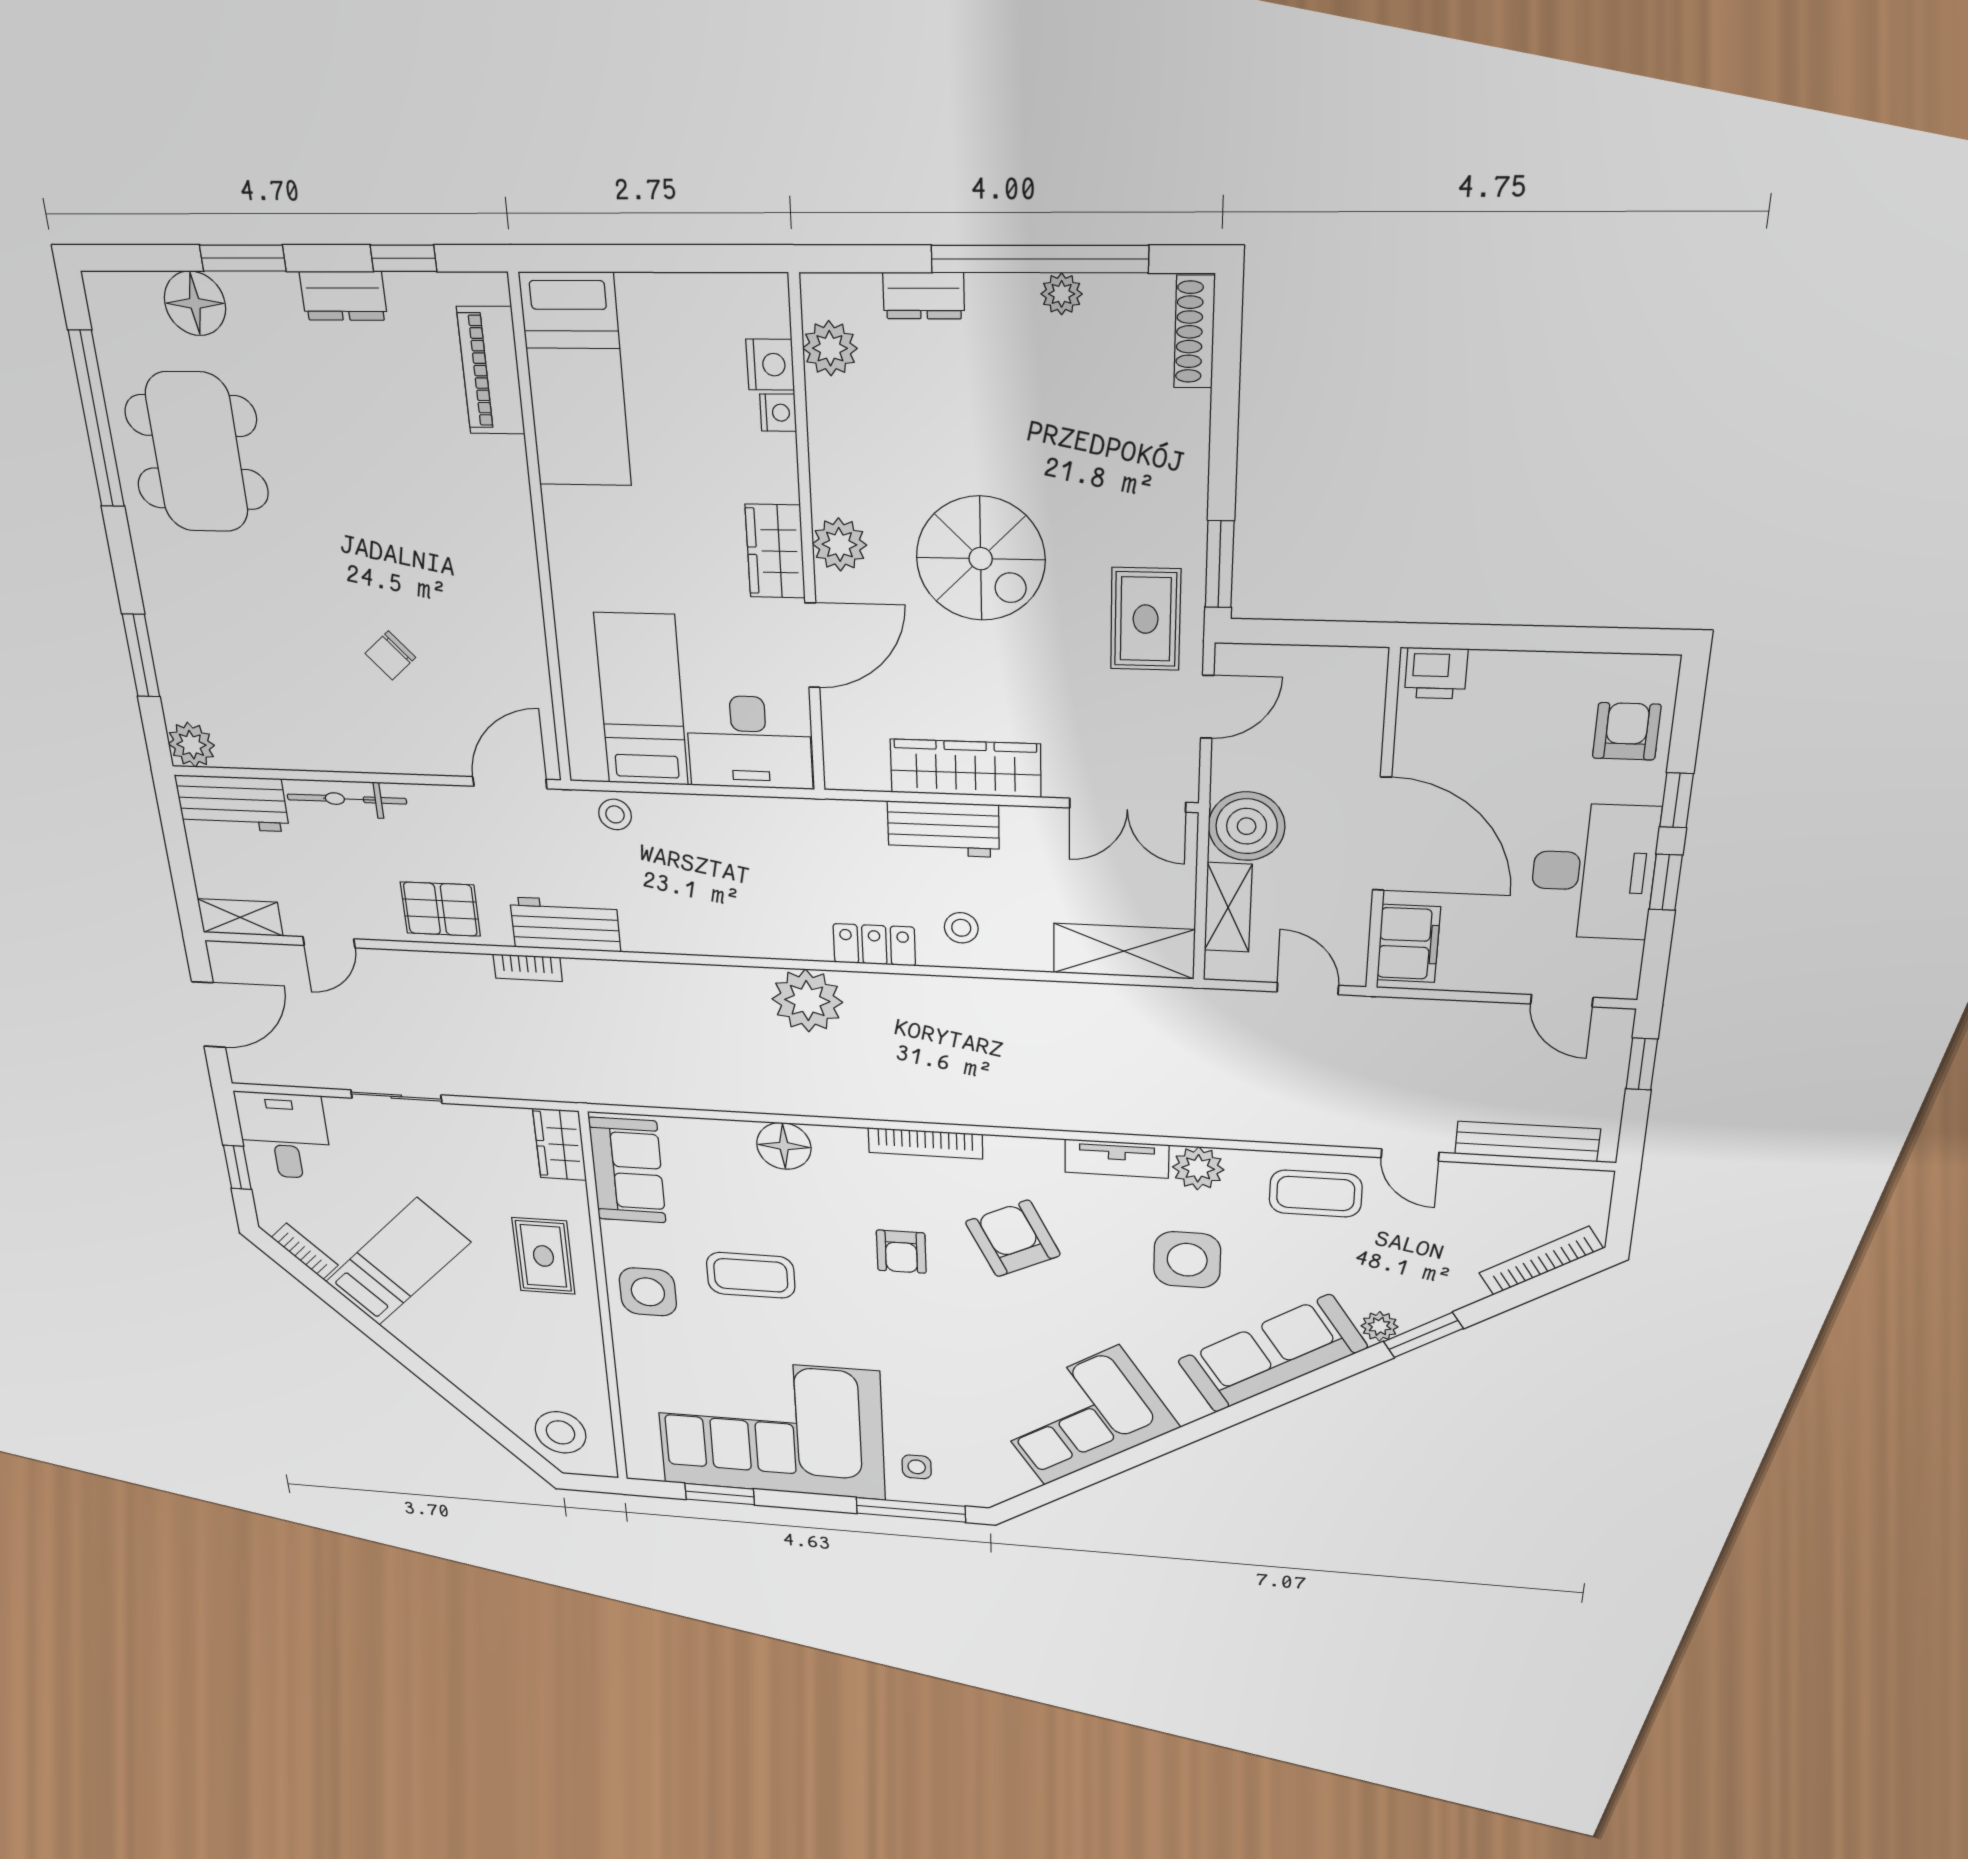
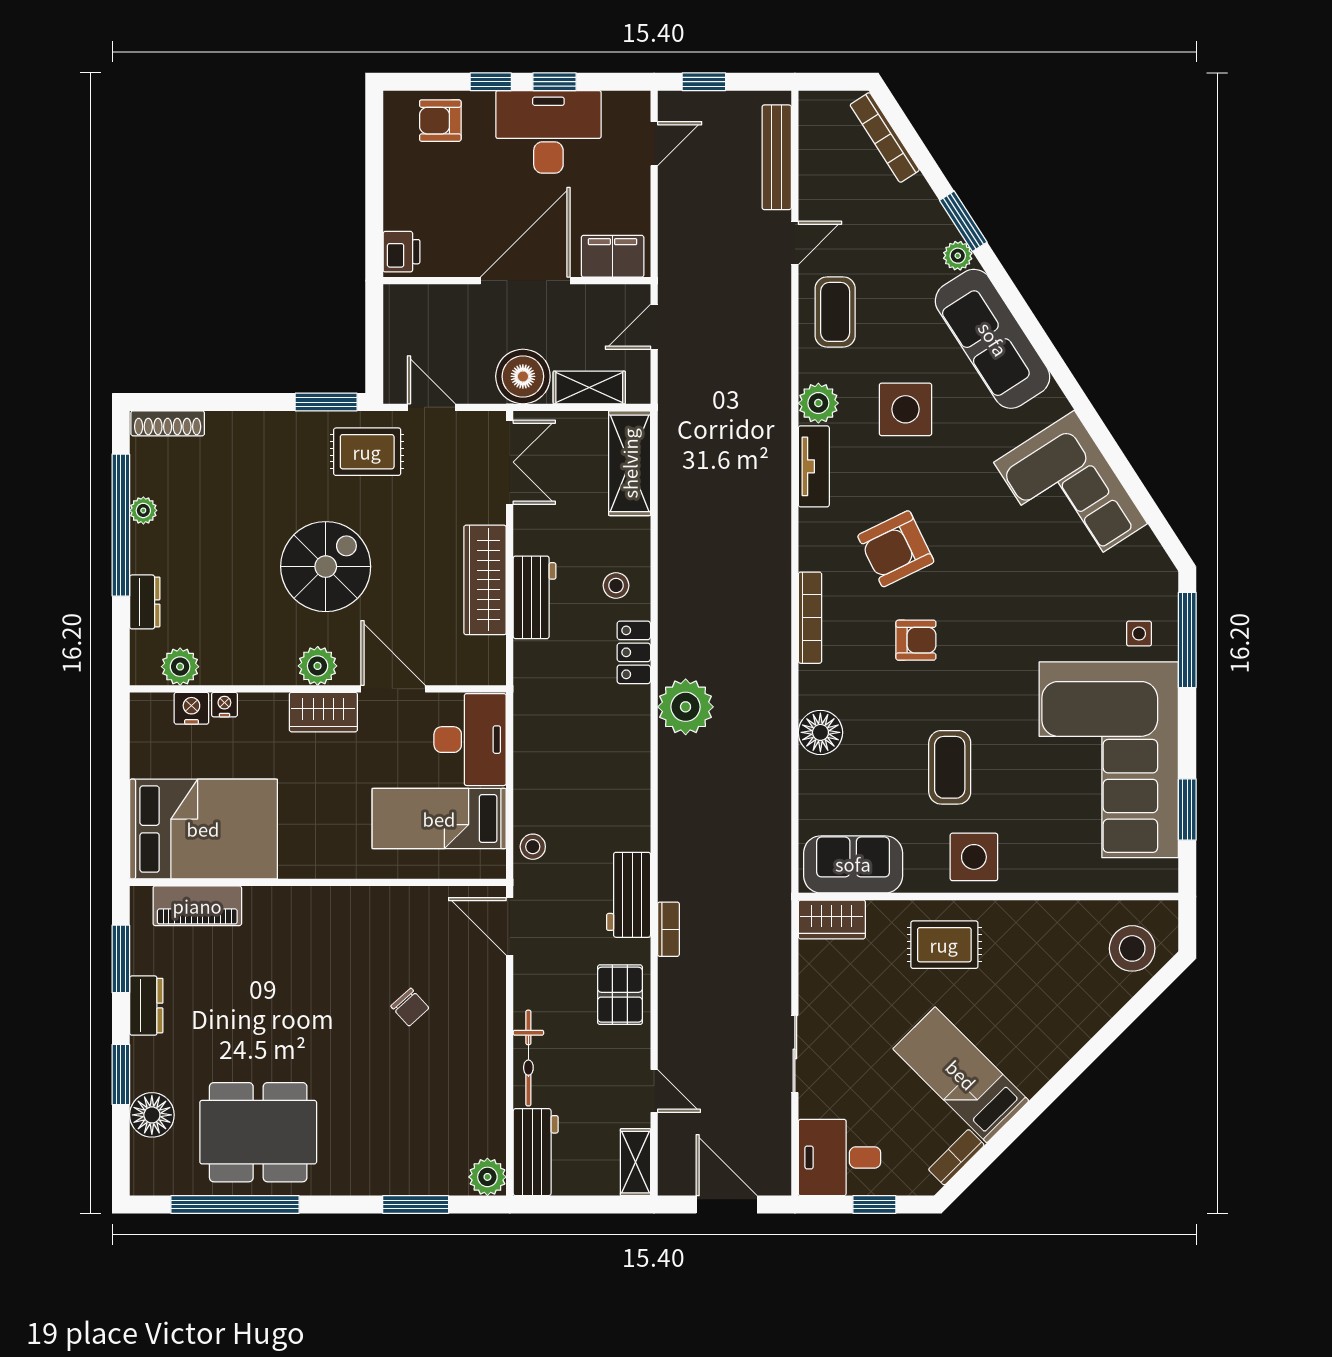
window: (404, 258) -> (121, 959), width x1.50
bed: (576, 380) -> (203, 829), width x1.50

